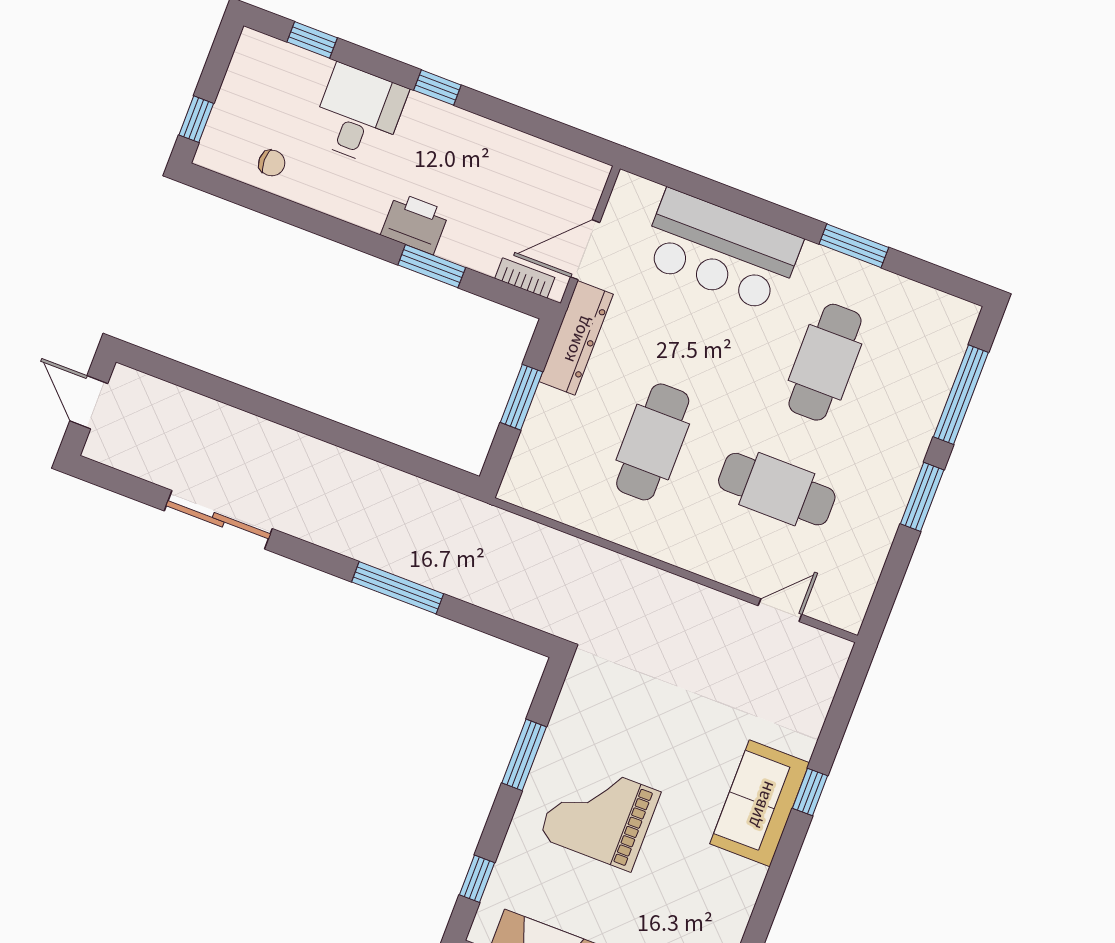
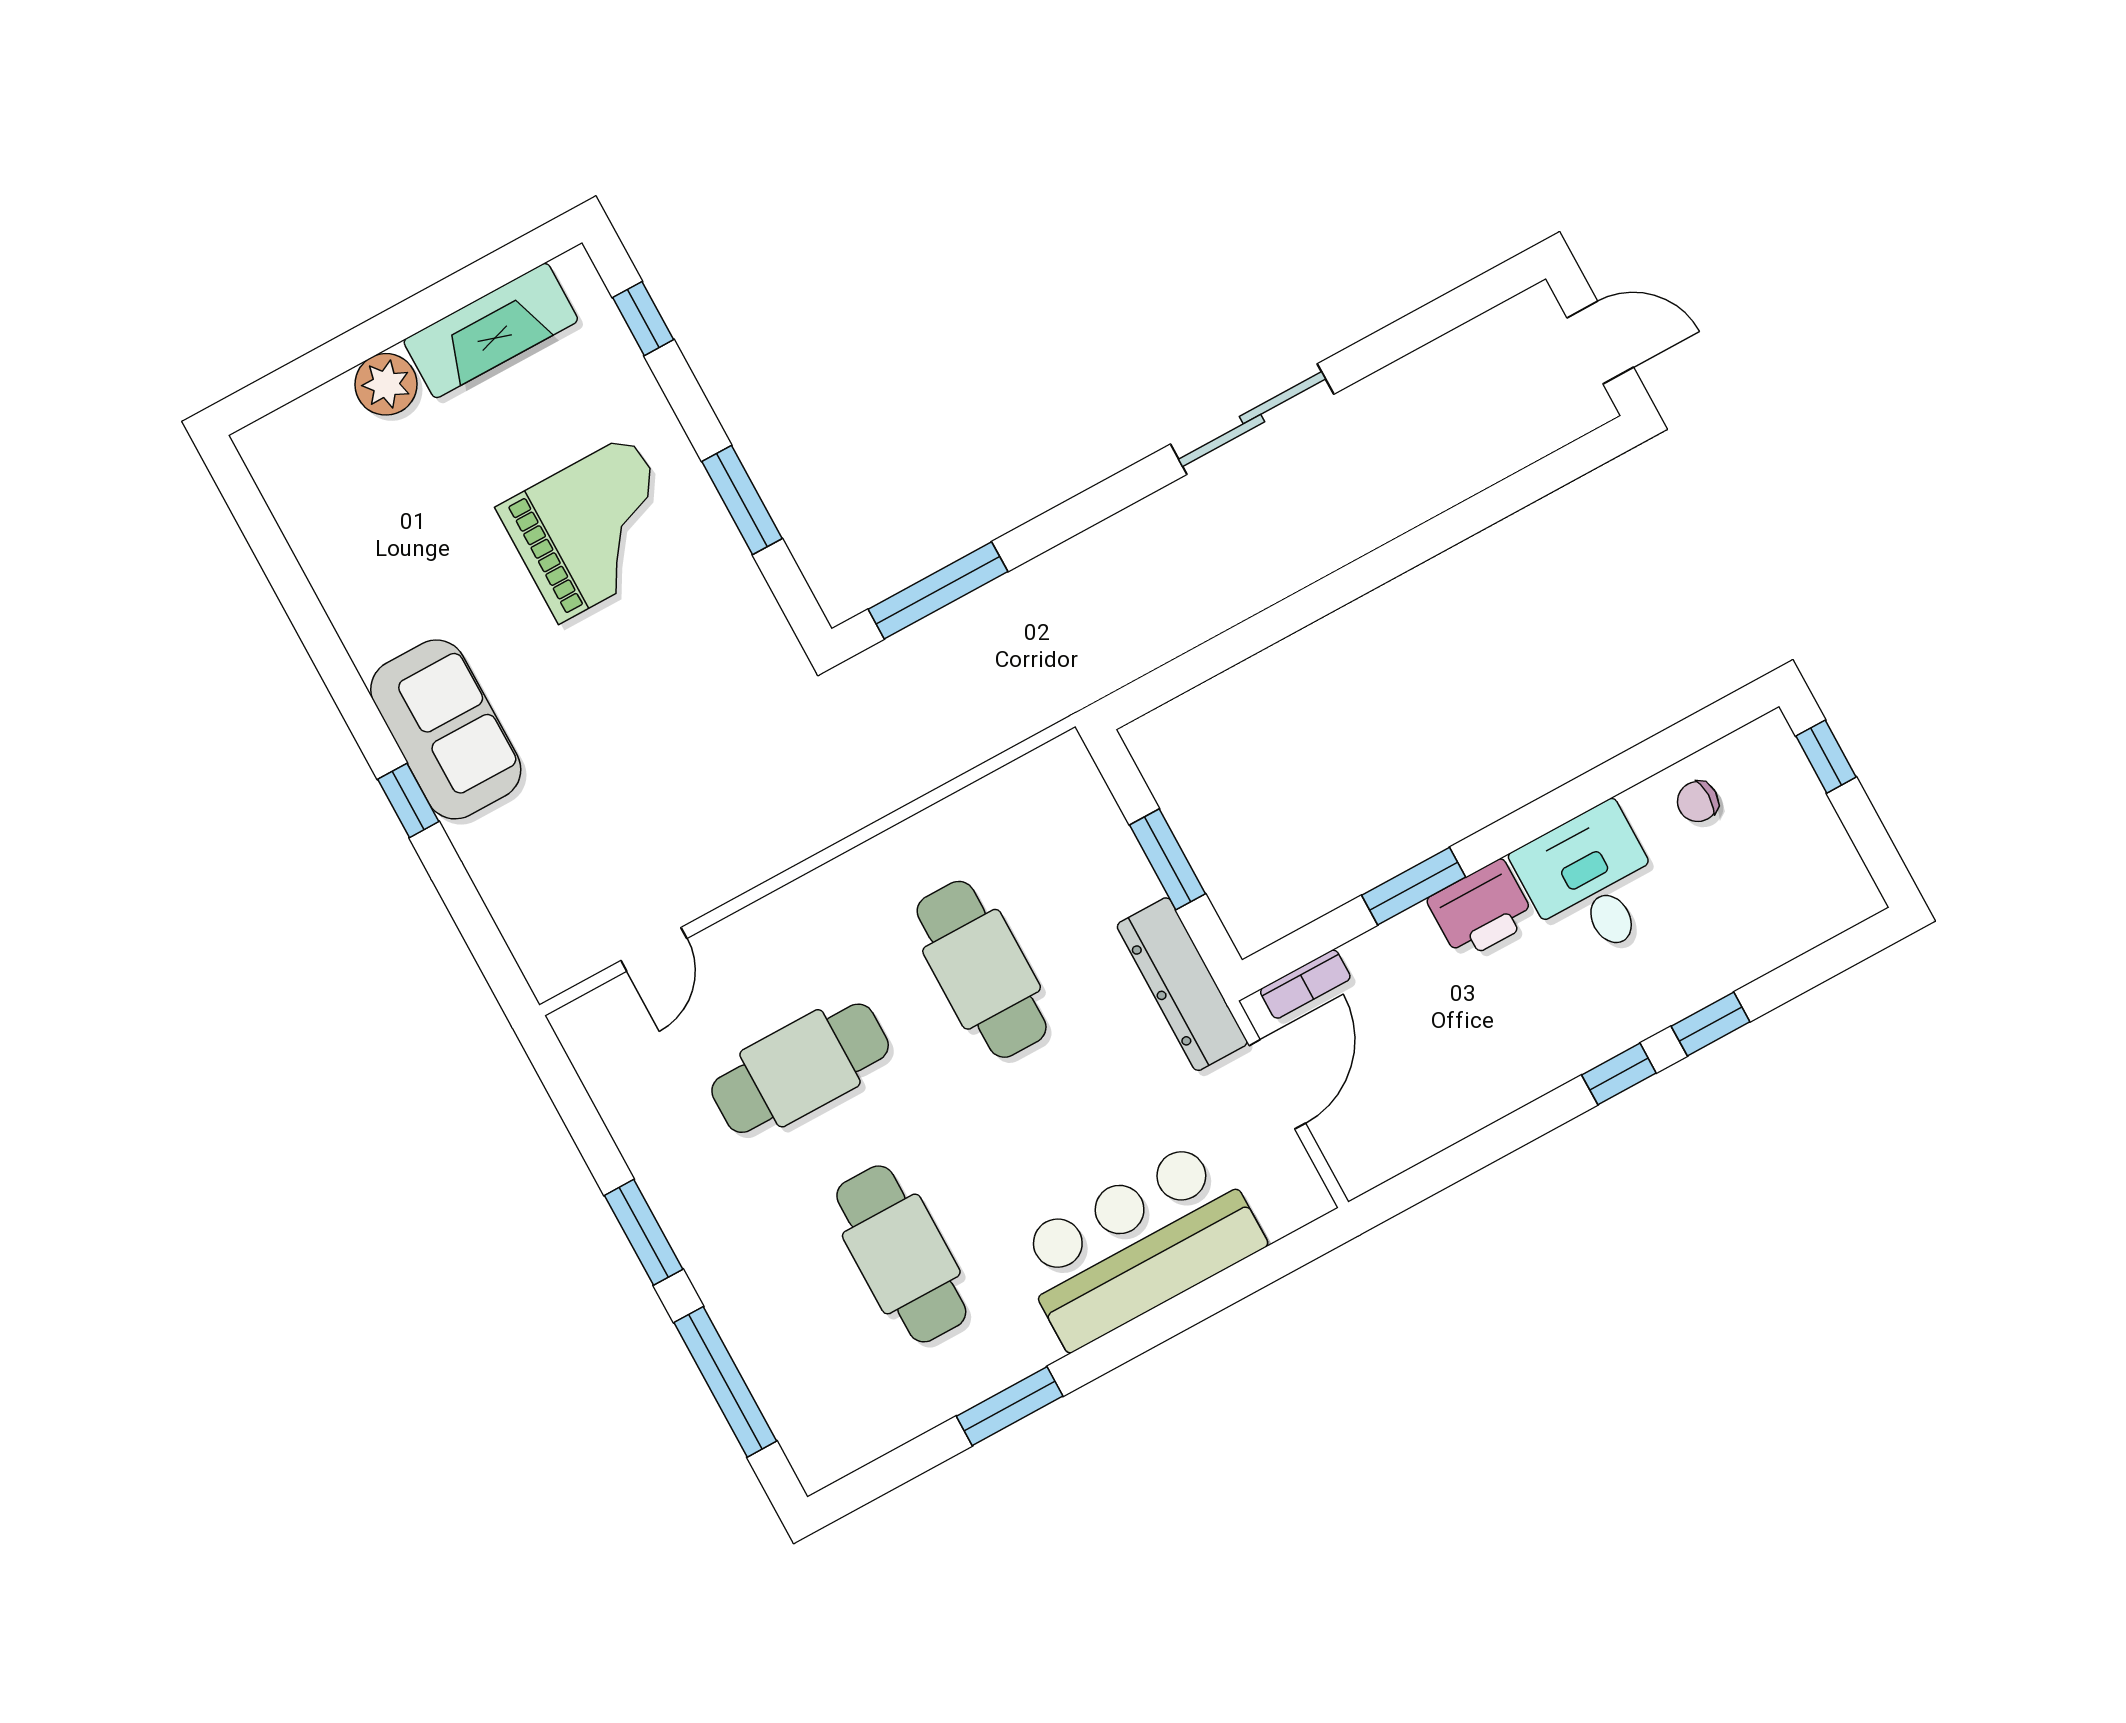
window: (312, 40) -> (1711, 1024), moved
desk: (359, 114) -> (1592, 883), moved, turned 180
sliding door: (218, 520) -> (1252, 419), moved
window: (398, 588) -> (938, 590), moved

